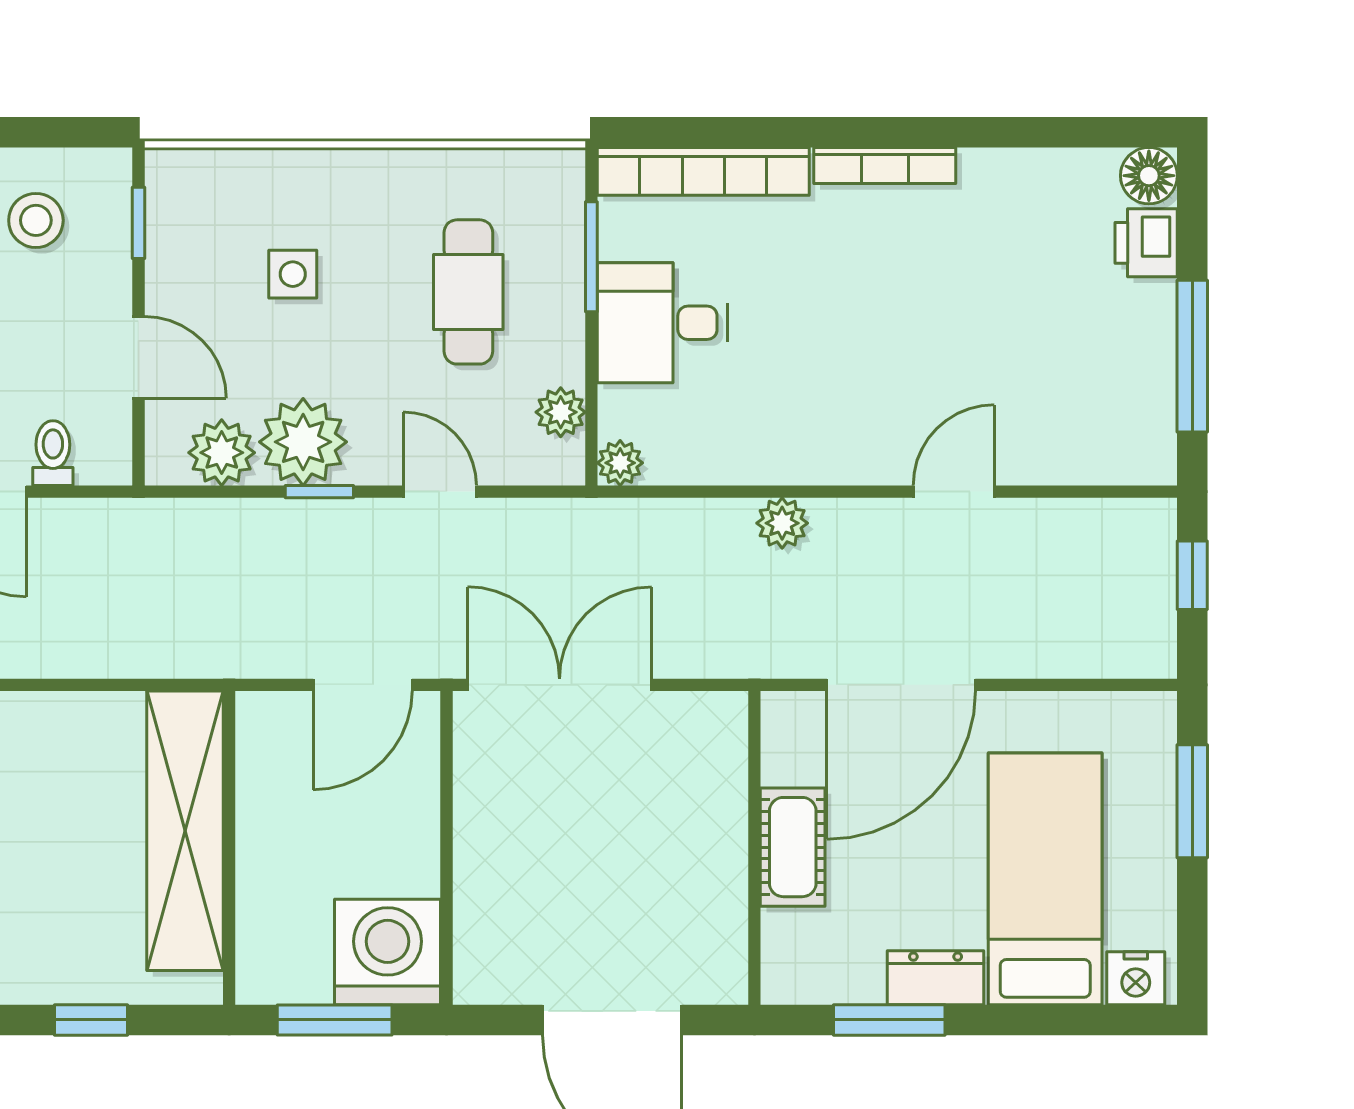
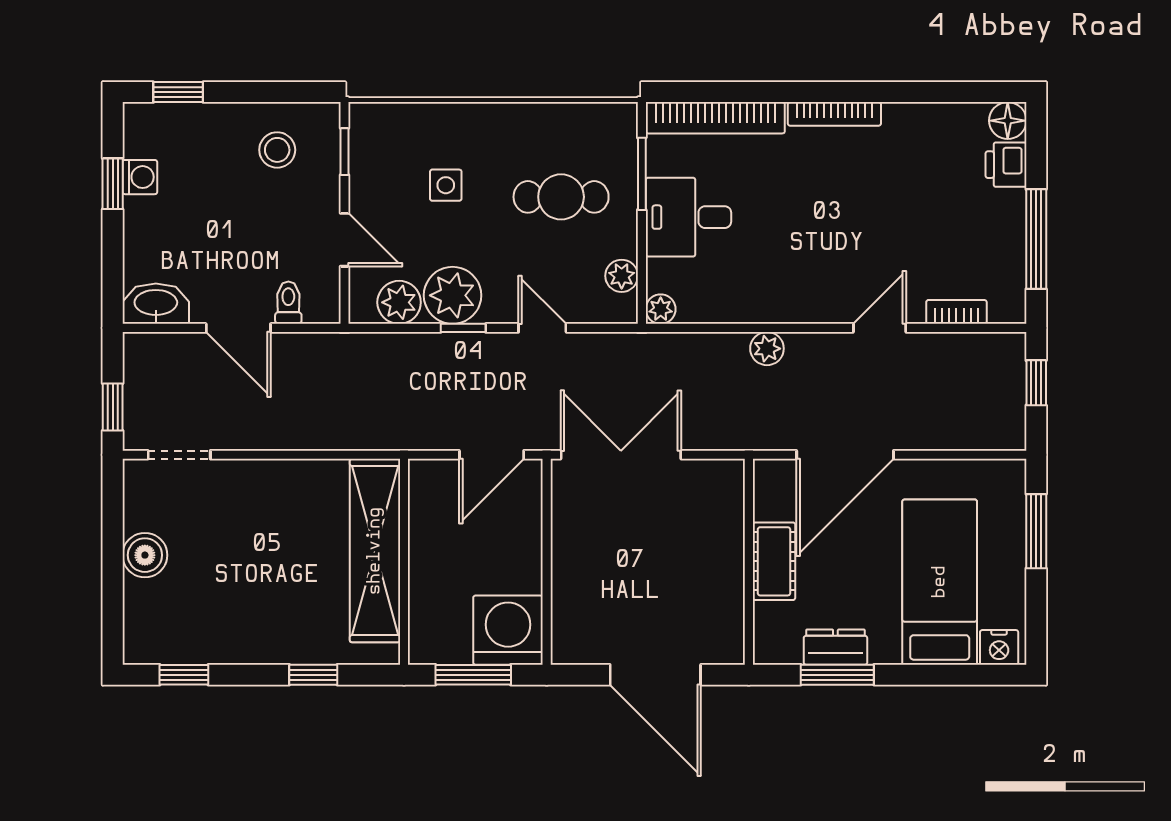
cafe table: (468, 292) -> (561, 197), turned 90
bookcase: (1071, 467) -> (956, 312), added
dresser: (936, 978) -> (835, 647), moved

